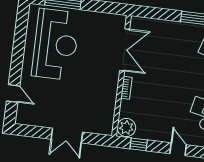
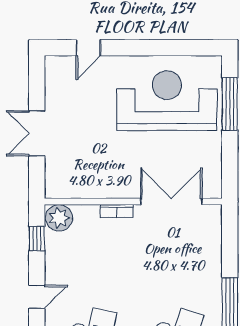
reception desk: (56, 44) -> (167, 101), turned 180
double door: (125, 50) -> (171, 202), swing flipped

